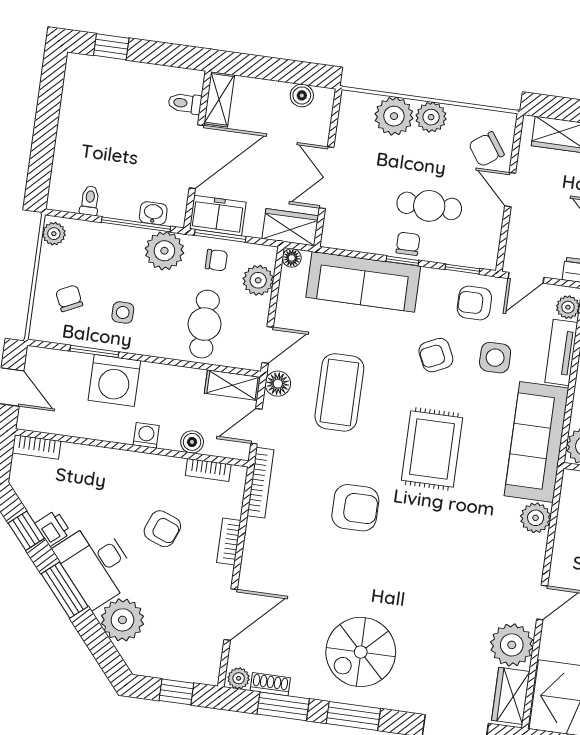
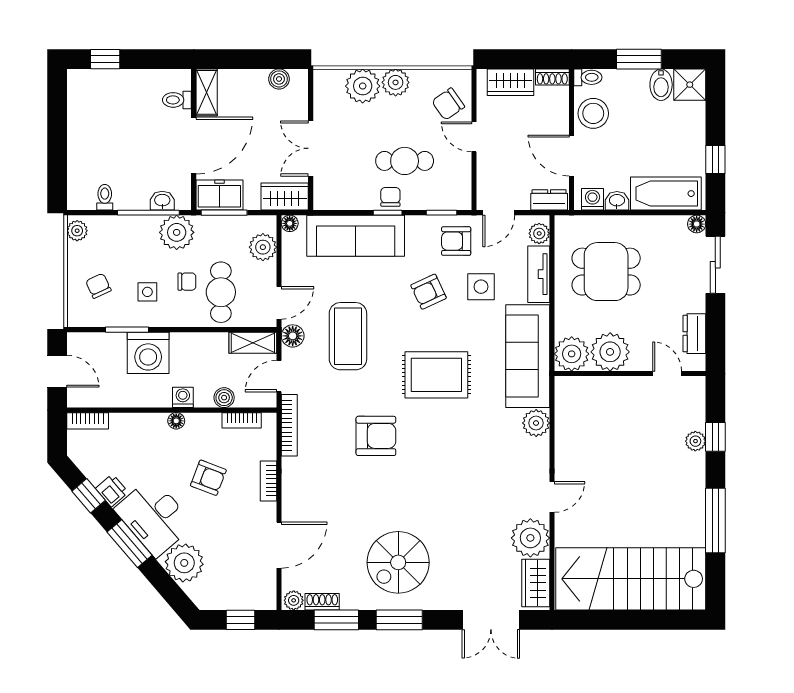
chair: (216, 260) -> (187, 282), moved
rug: (432, 449) -> (436, 375), turned 90
floor lamp: (135, 460) -> (176, 421), added

